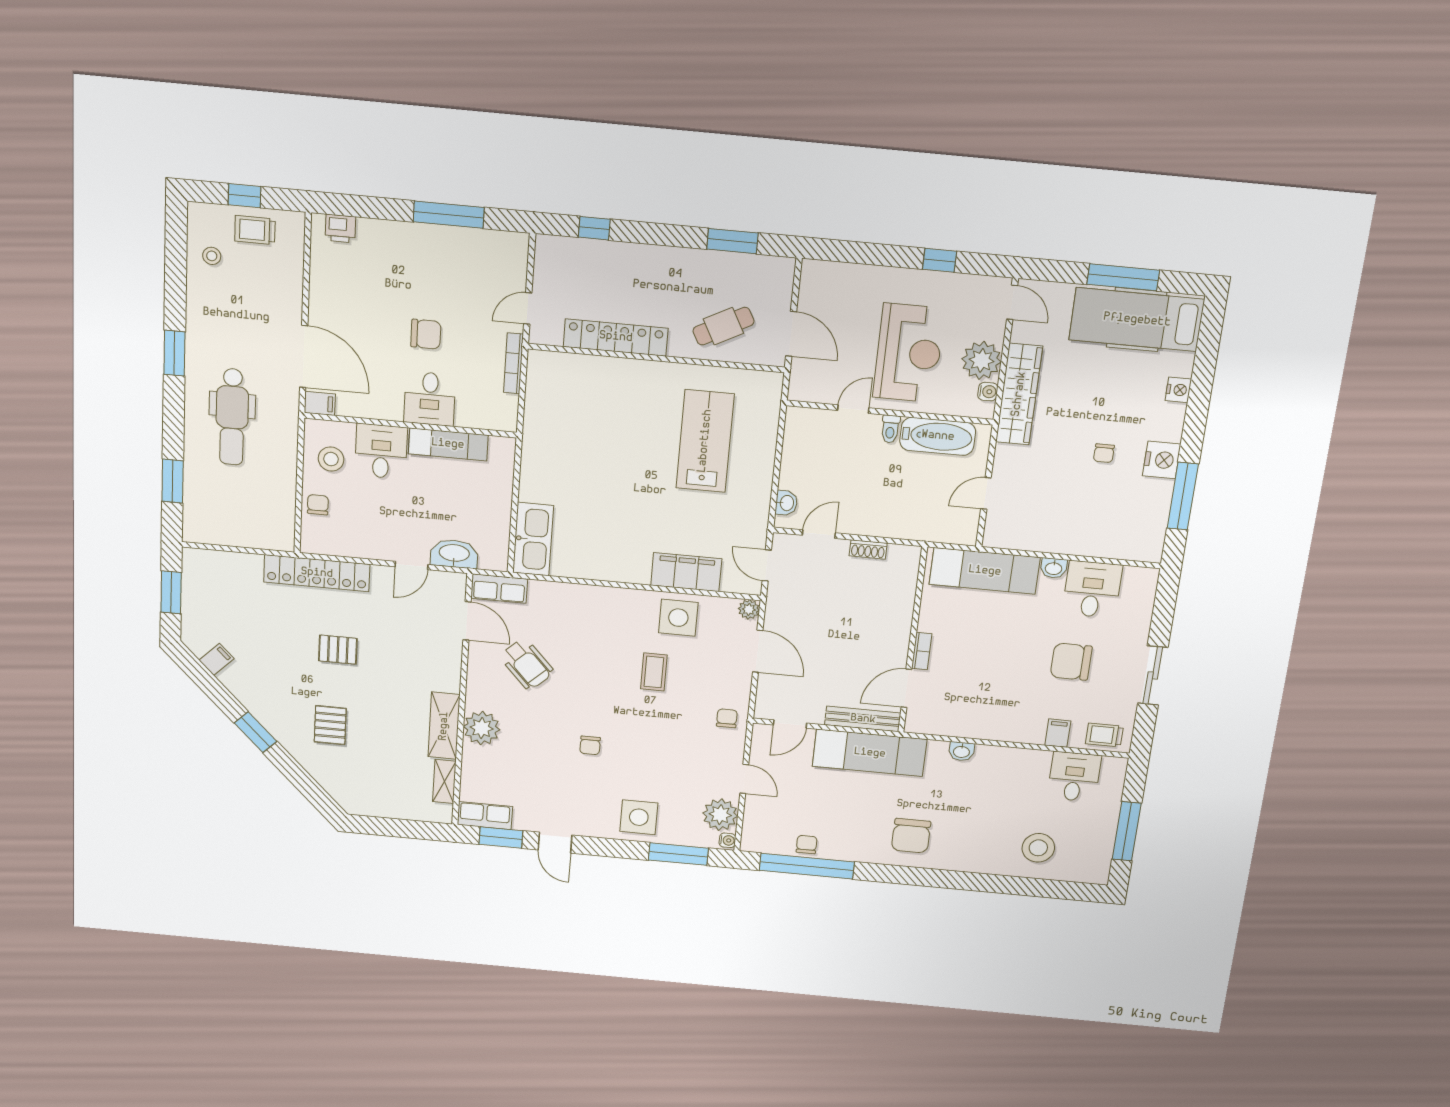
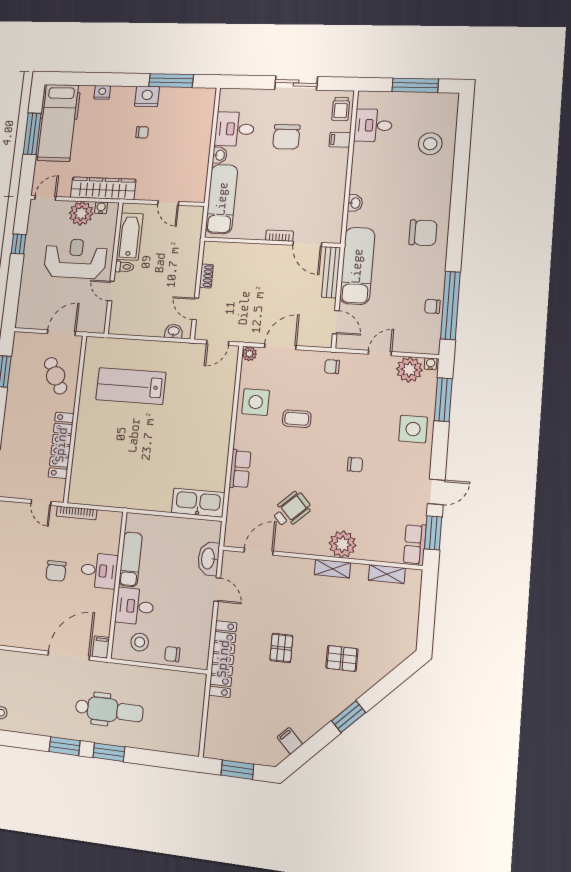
chair: (426, 334) -> (56, 571), turned 180
window: (173, 481) -> (109, 752), moved
filing cabinet: (686, 572) -> (222, 397), removed
row of seats: (499, 589) -> (240, 469), moved
shelving: (444, 726) -> (332, 569), width x0.67, depth x0.75

